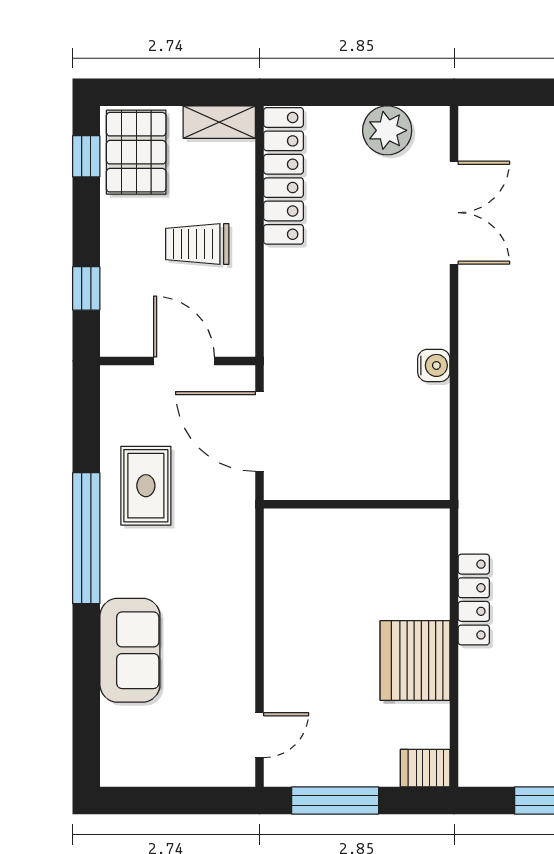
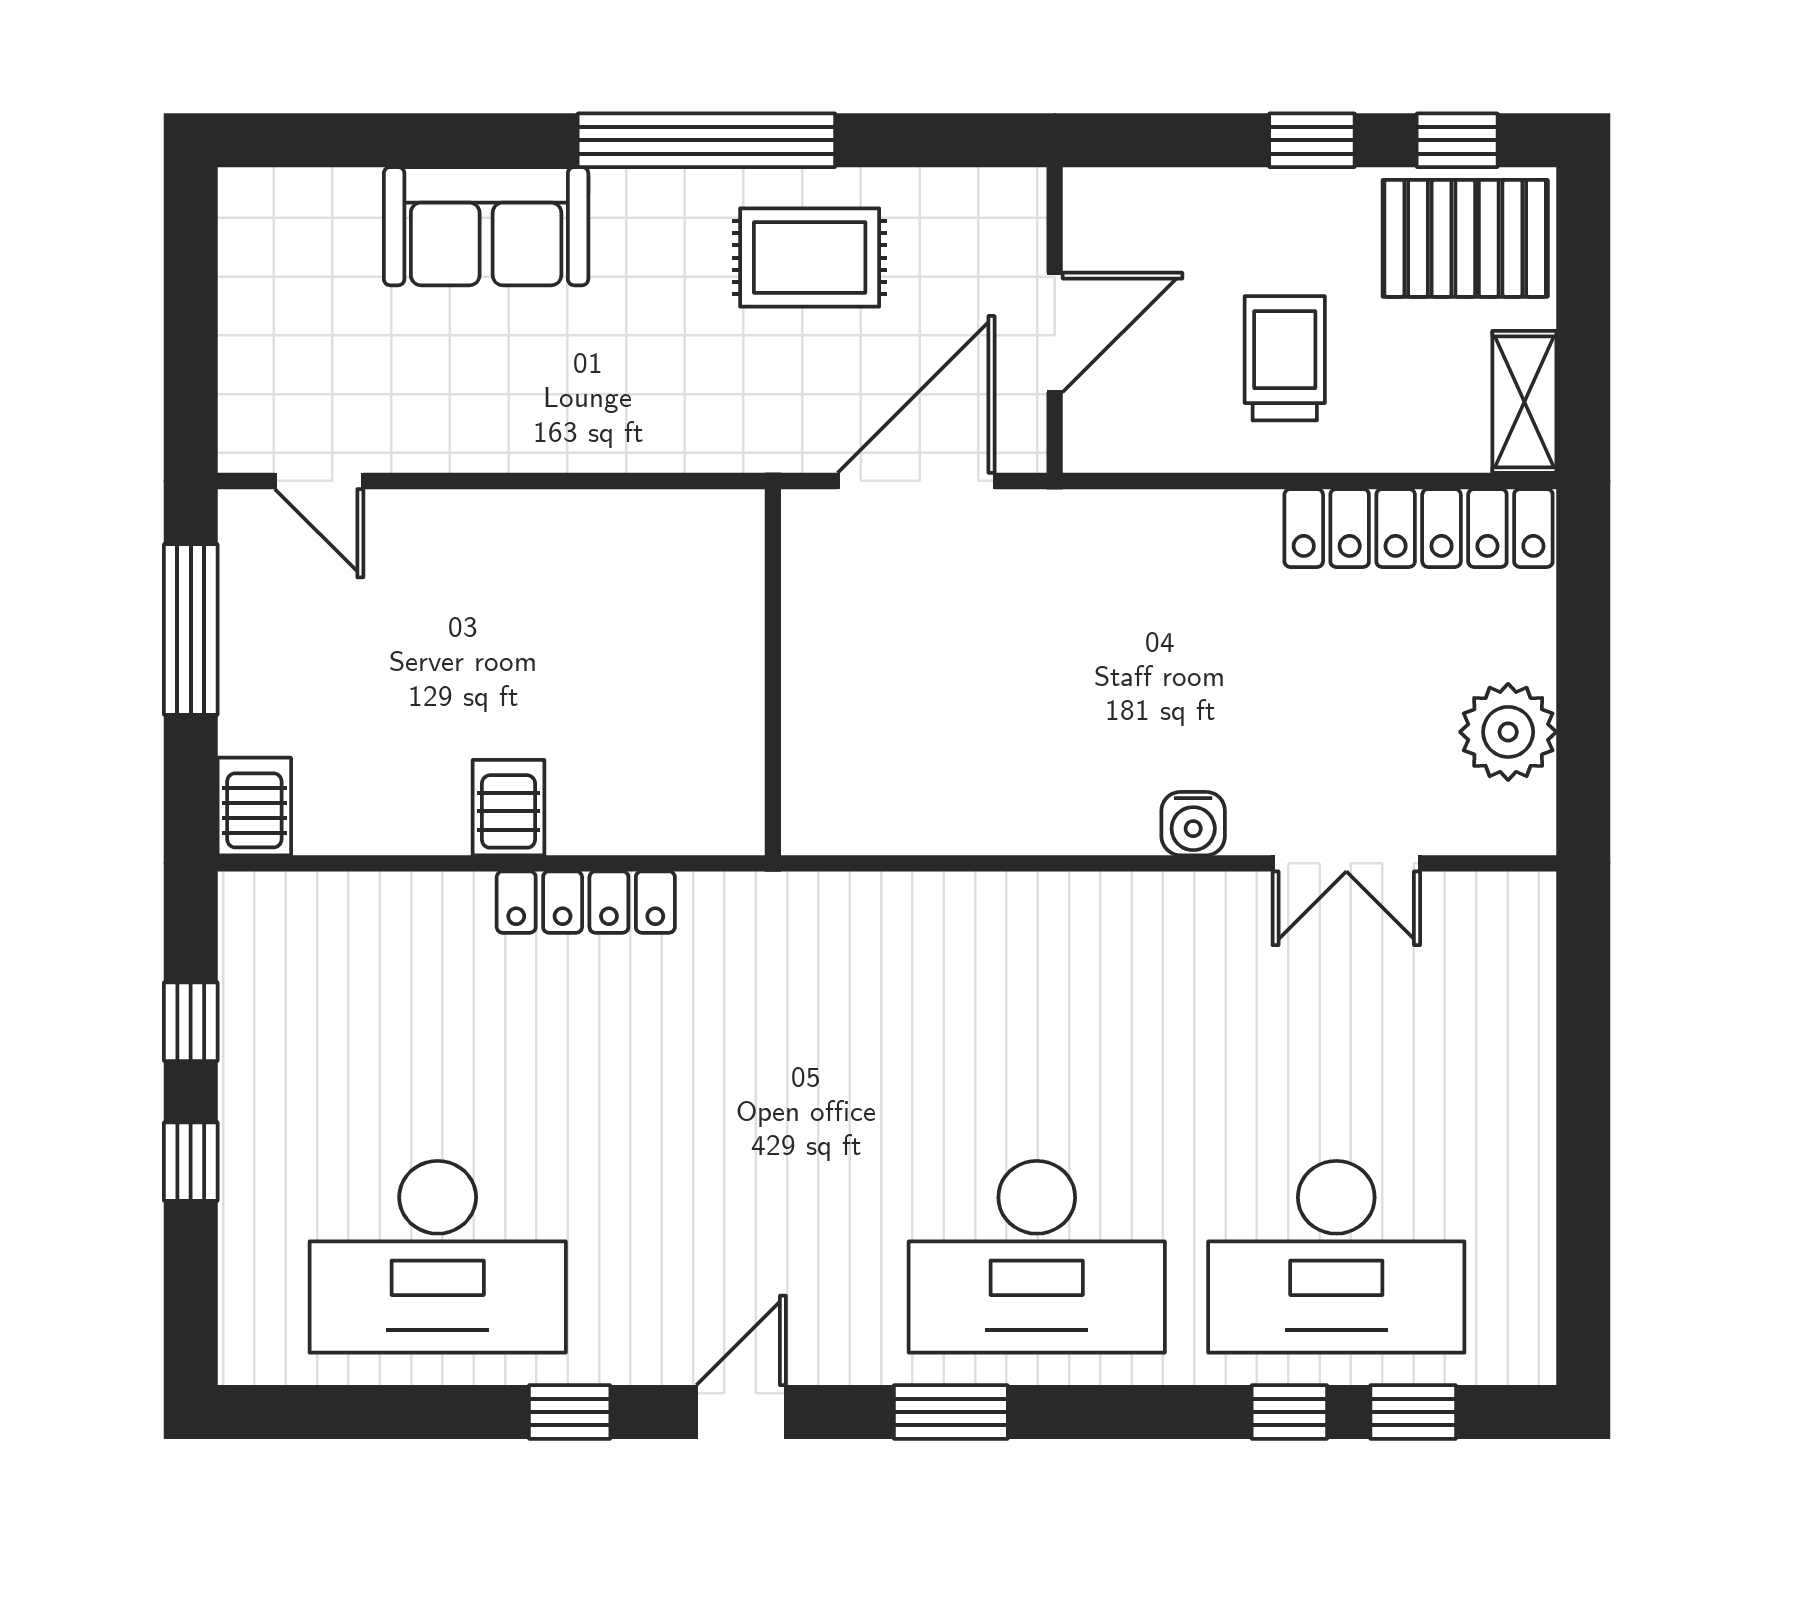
double door: (454, 213) -> (1346, 863), width x0.73
window: (86, 288) -> (1312, 140), moved
water cooler: (434, 365) -> (1193, 824), moved
server rack: (415, 660) -> (509, 808), width x0.46, depth x0.70

